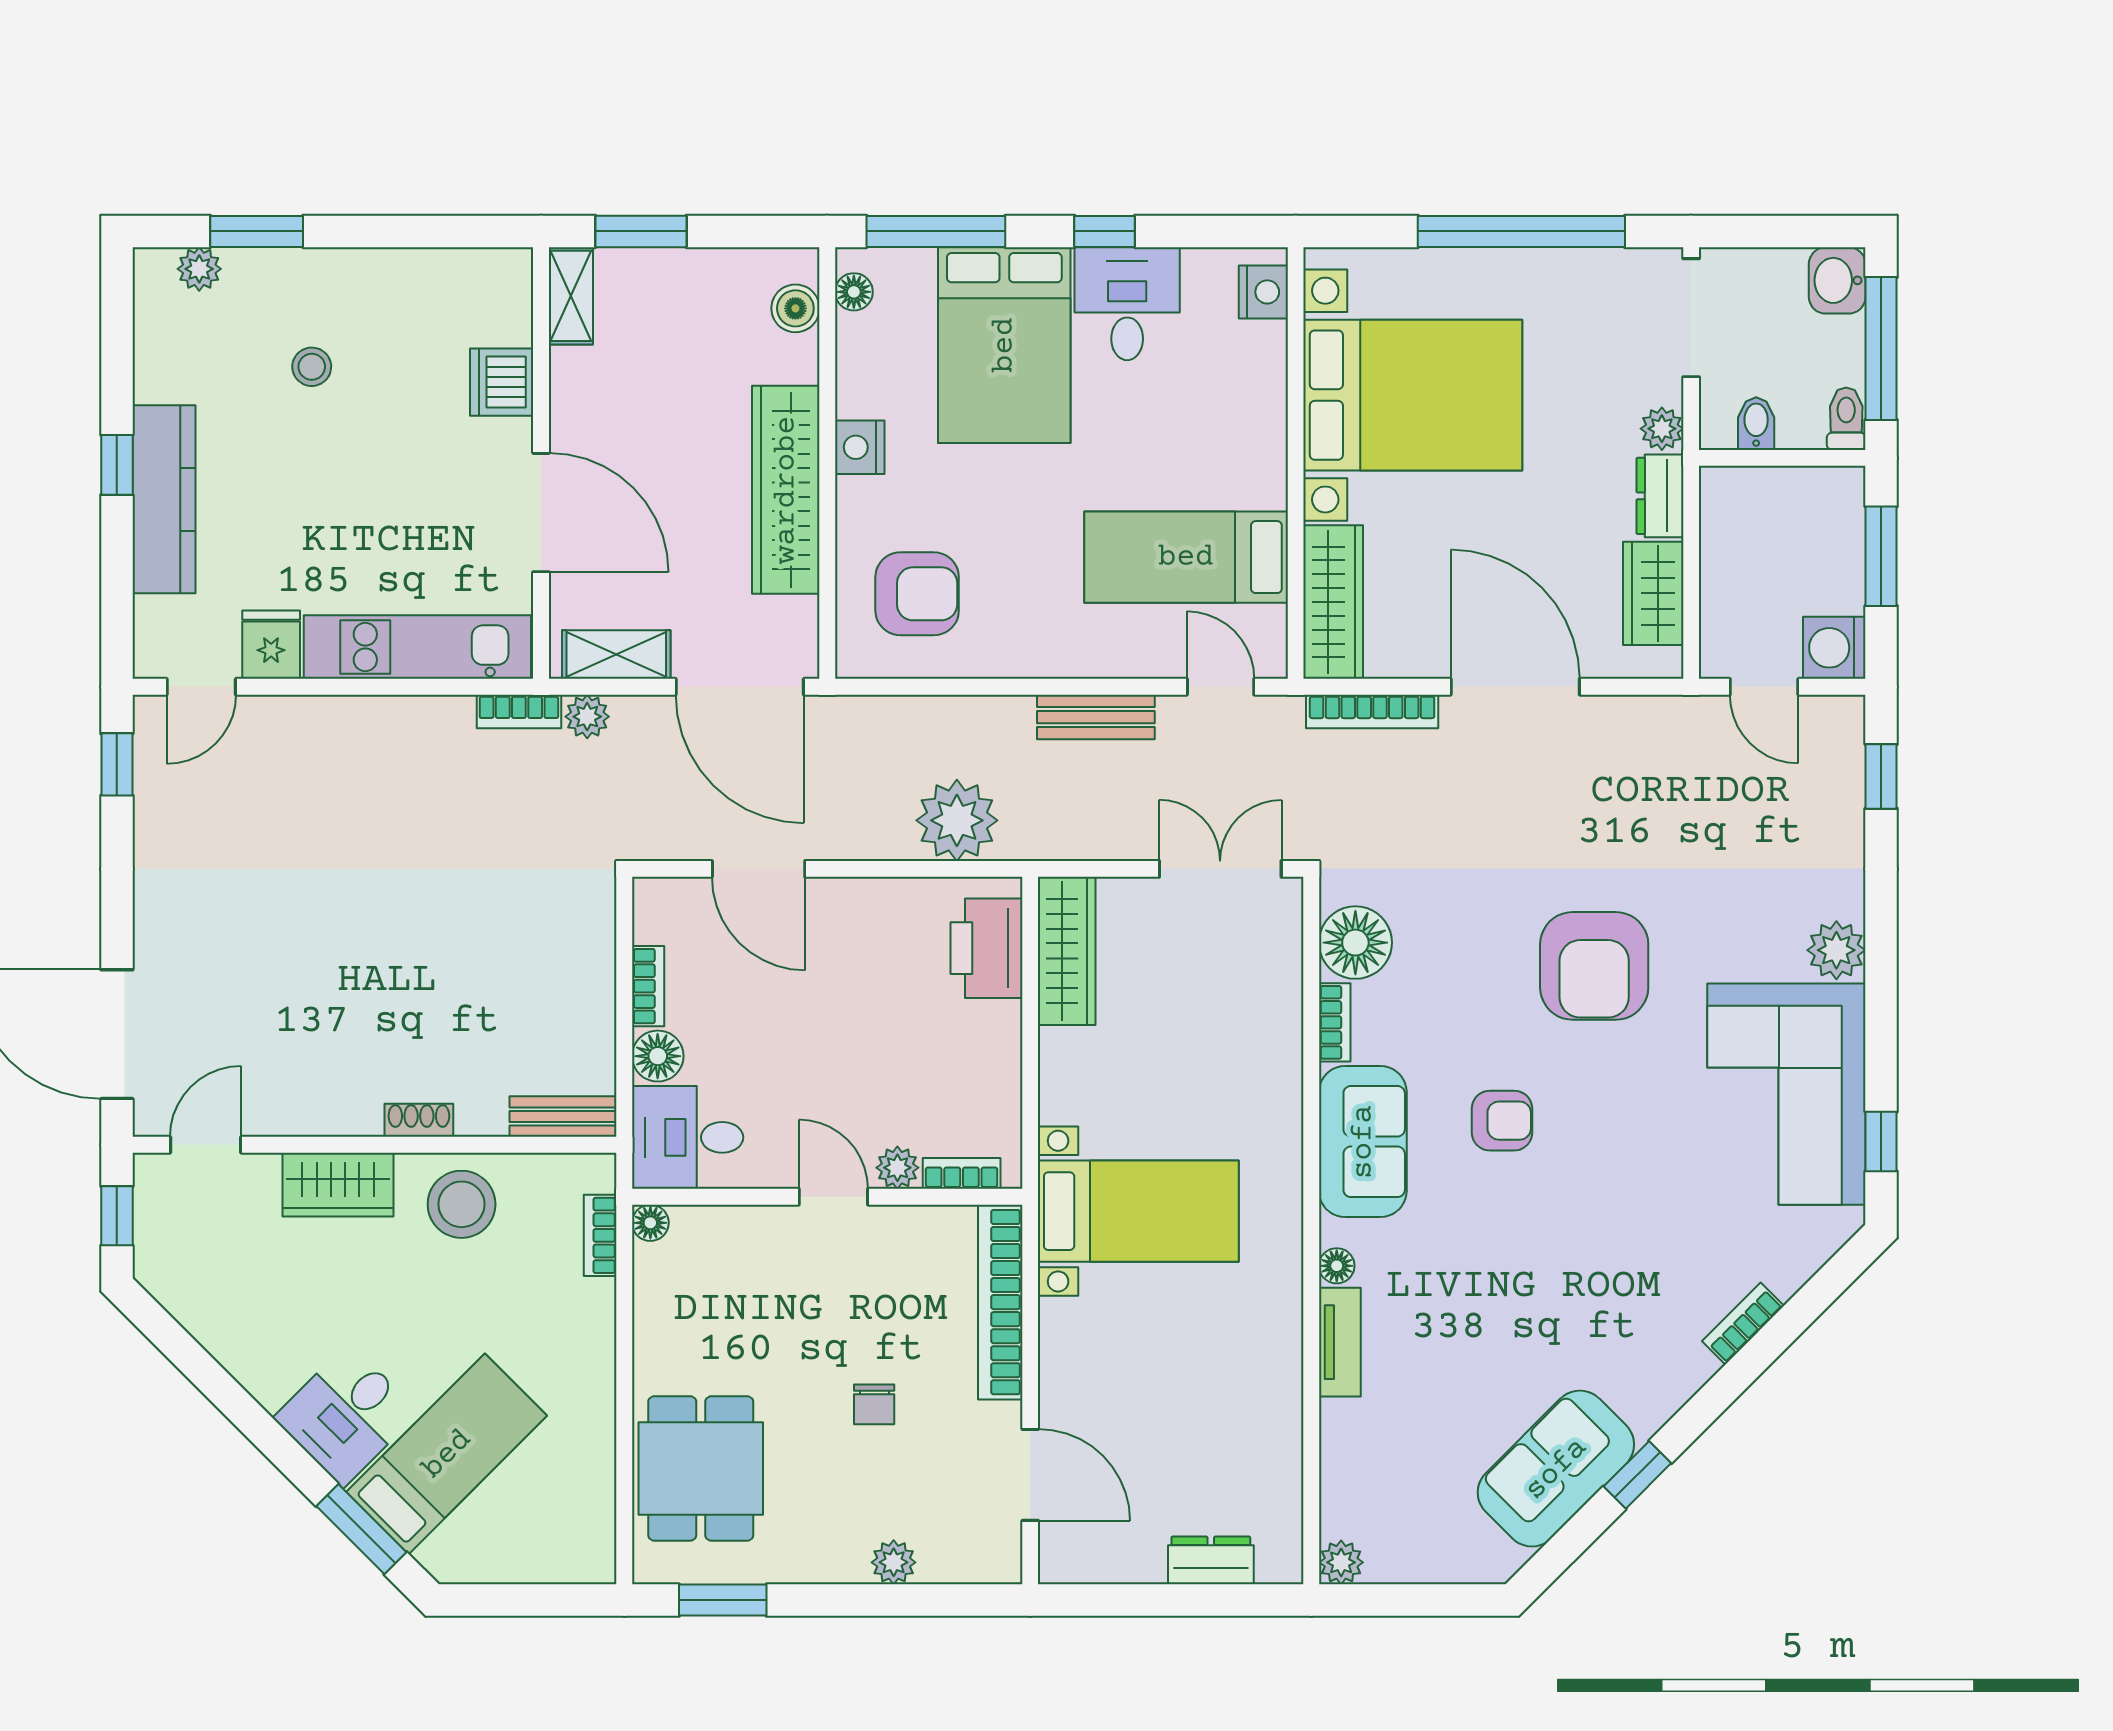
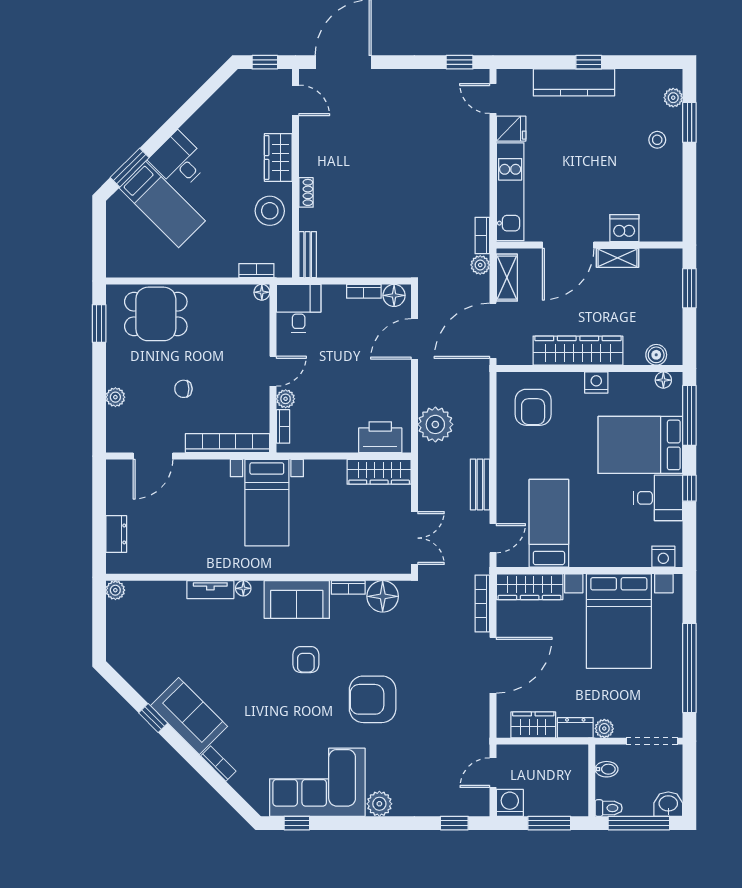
shelving: (571, 296) -> (618, 258), moved
stool: (312, 367) -> (657, 140), moved
floor lamp: (658, 1056) -> (394, 295), moved
sofa: (1556, 1469) -> (189, 716), moved

